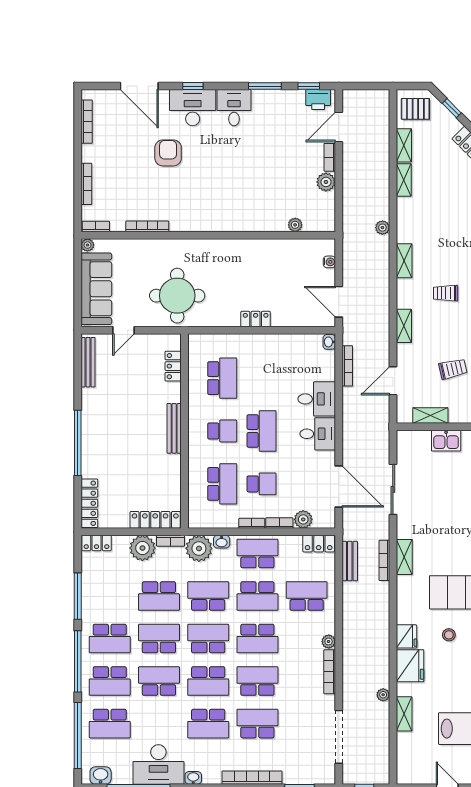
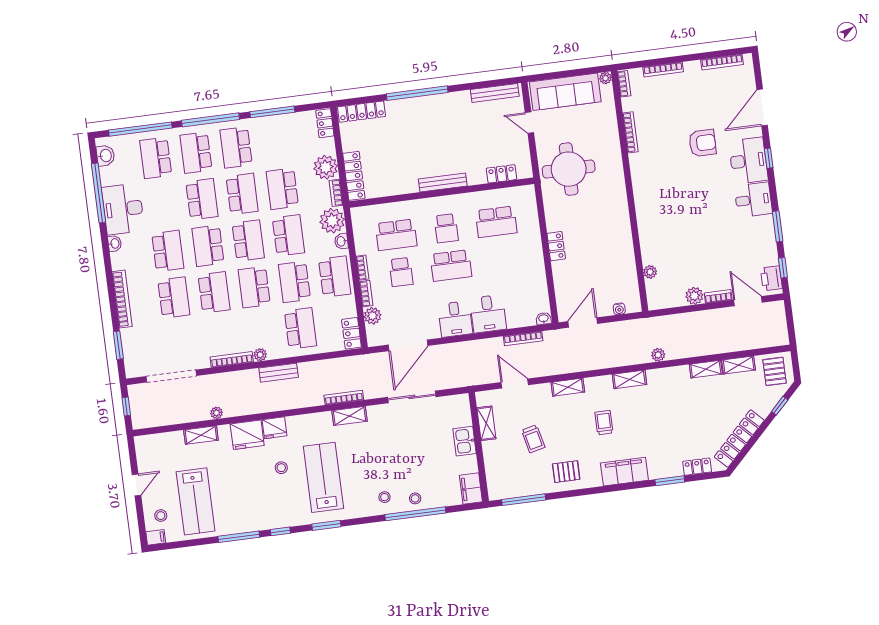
bench: (350, 561) -> (279, 373), moved
school desk: (208, 724) -> (168, 251), turned 180

